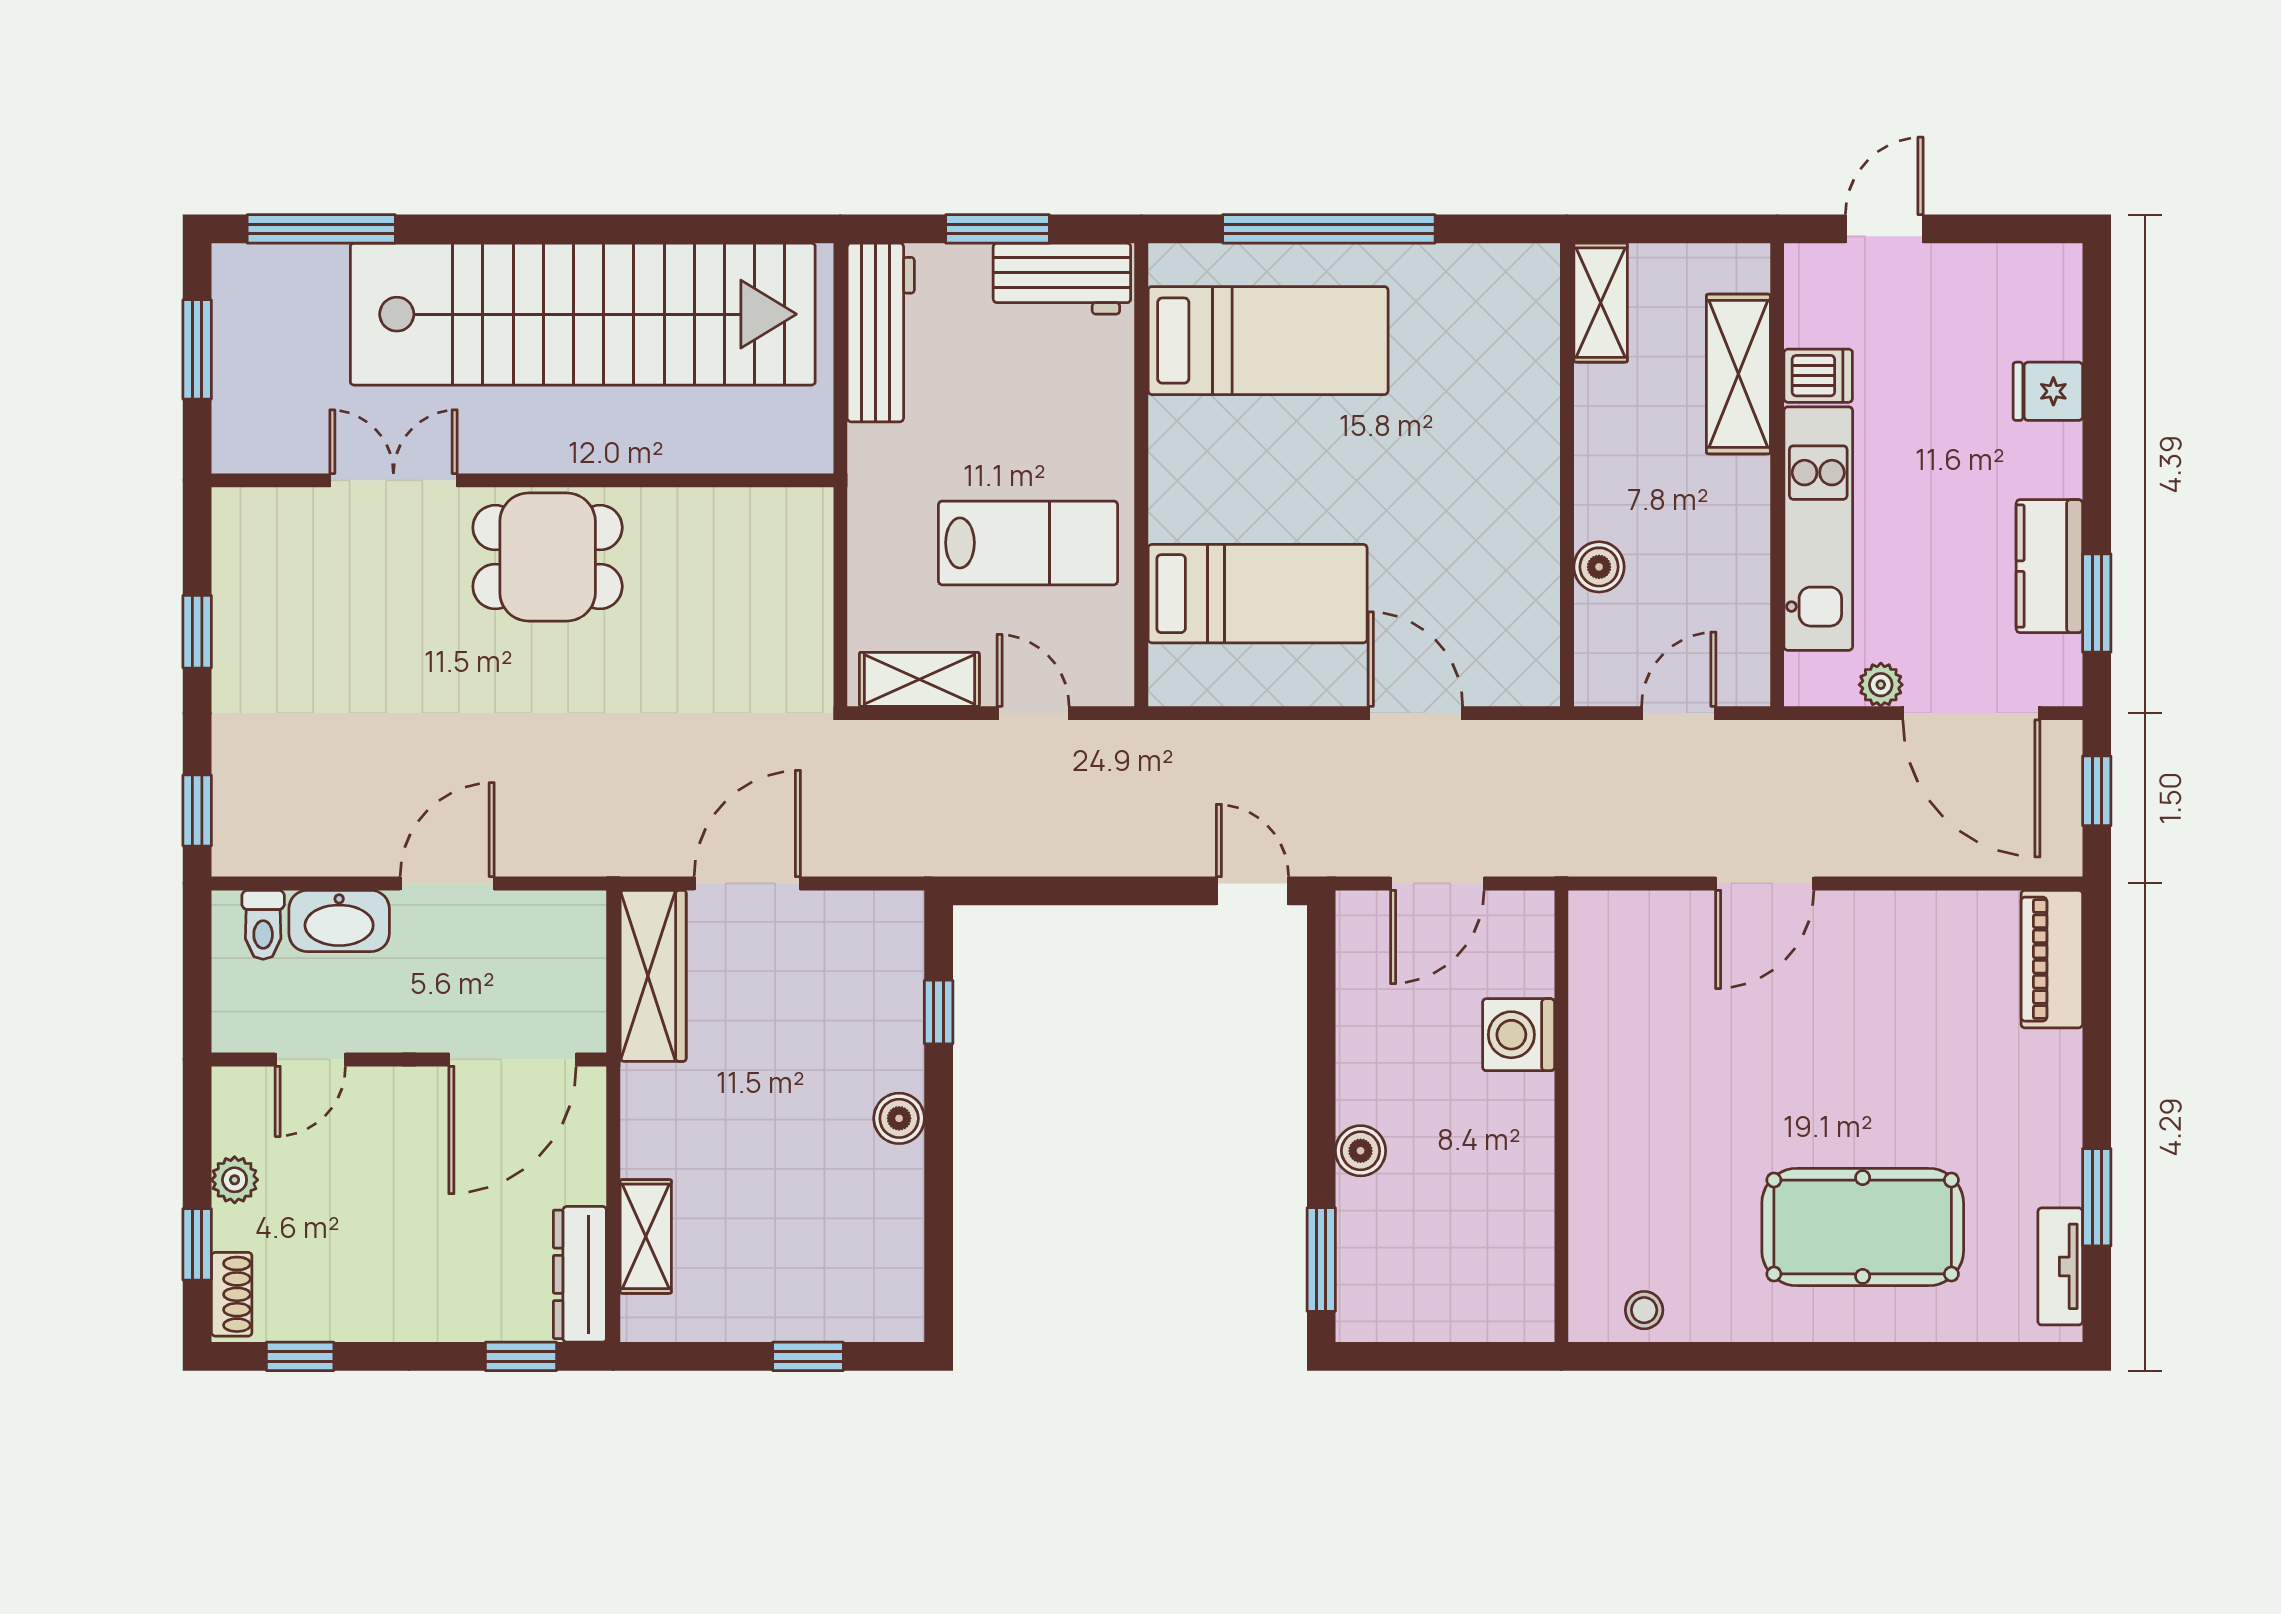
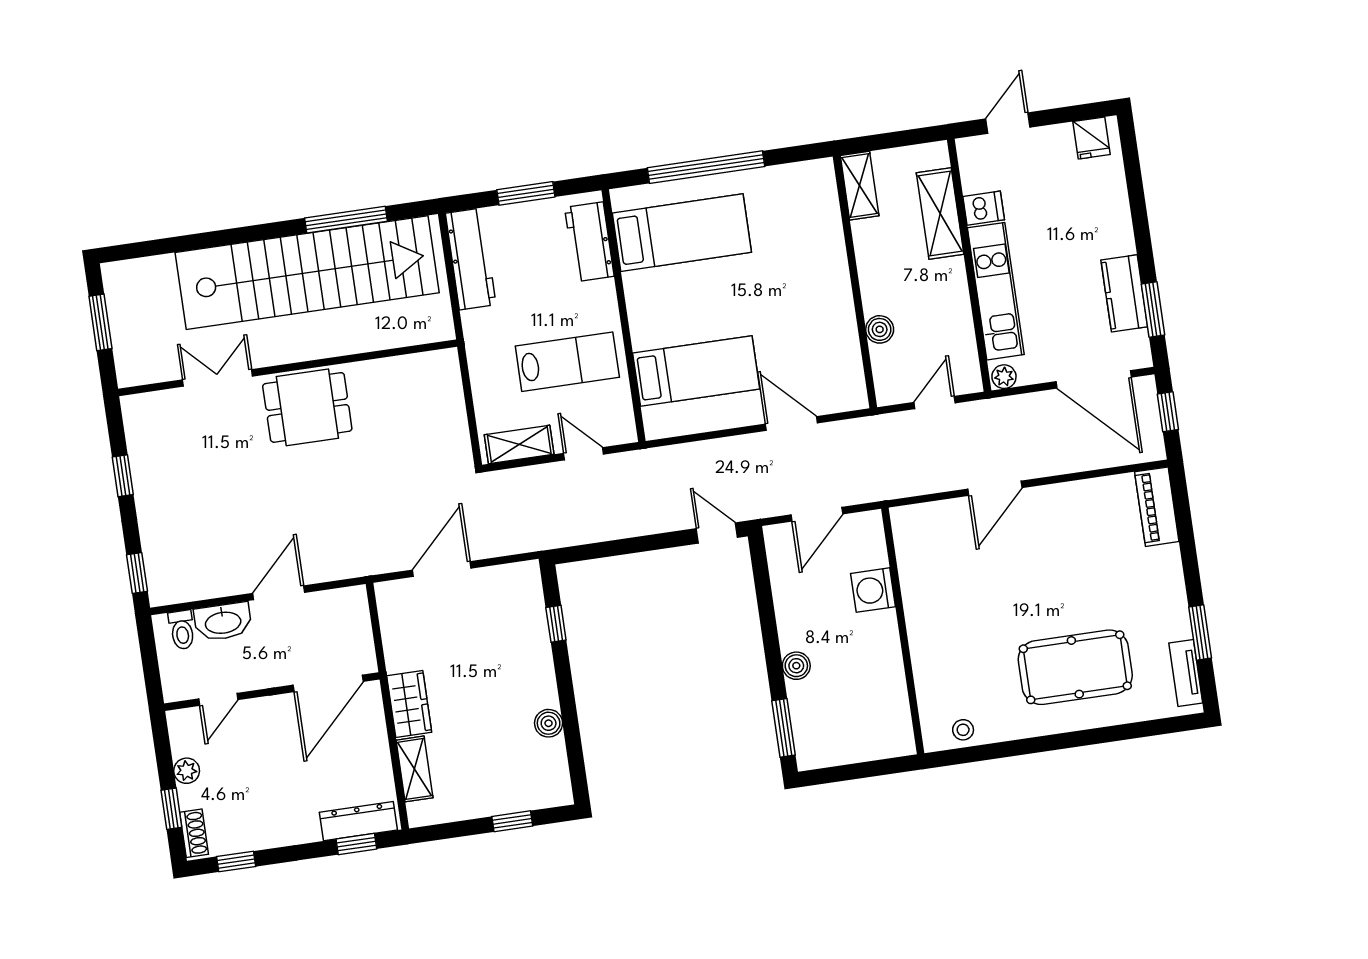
window: (321, 229) -> (346, 220), moved
workbench: (1062, 279) -> (589, 242), moved, turned 90
fridge: (2048, 391) -> (1092, 138), moved, turned -90
plant: (1881, 685) -> (1004, 377), moved
wardrobe: (653, 976) -> (409, 704), moved, width x0.67
boiler: (899, 1118) -> (549, 723), moved
dresser: (580, 1274) -> (358, 821), moved, turned 90

